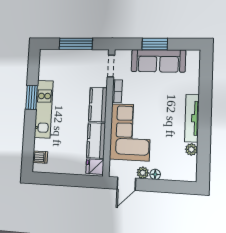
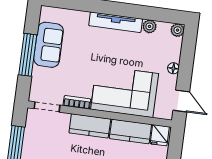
window: (155, 44) -> (28, 55), width x1.44
sofa: (158, 61) -> (49, 45), width x0.73
plant: (143, 173) -> (177, 30), moved

